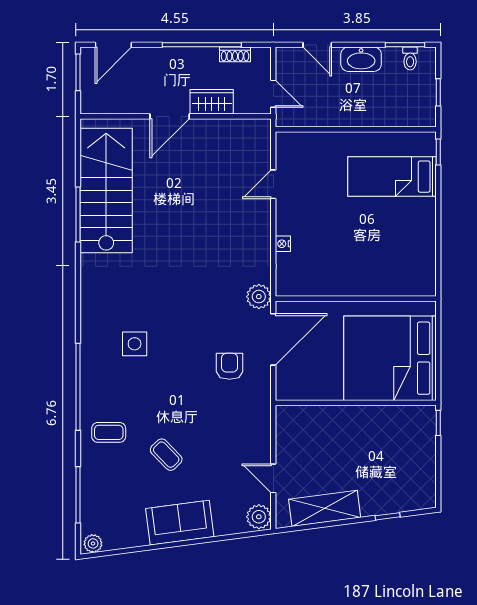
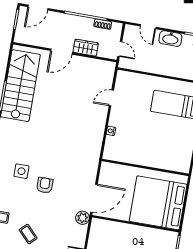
plant: (259, 297) -> (83, 218), moved
door: (273, 339) -> (94, 198), moved
armchair: (230, 366) -> (45, 185), moved

